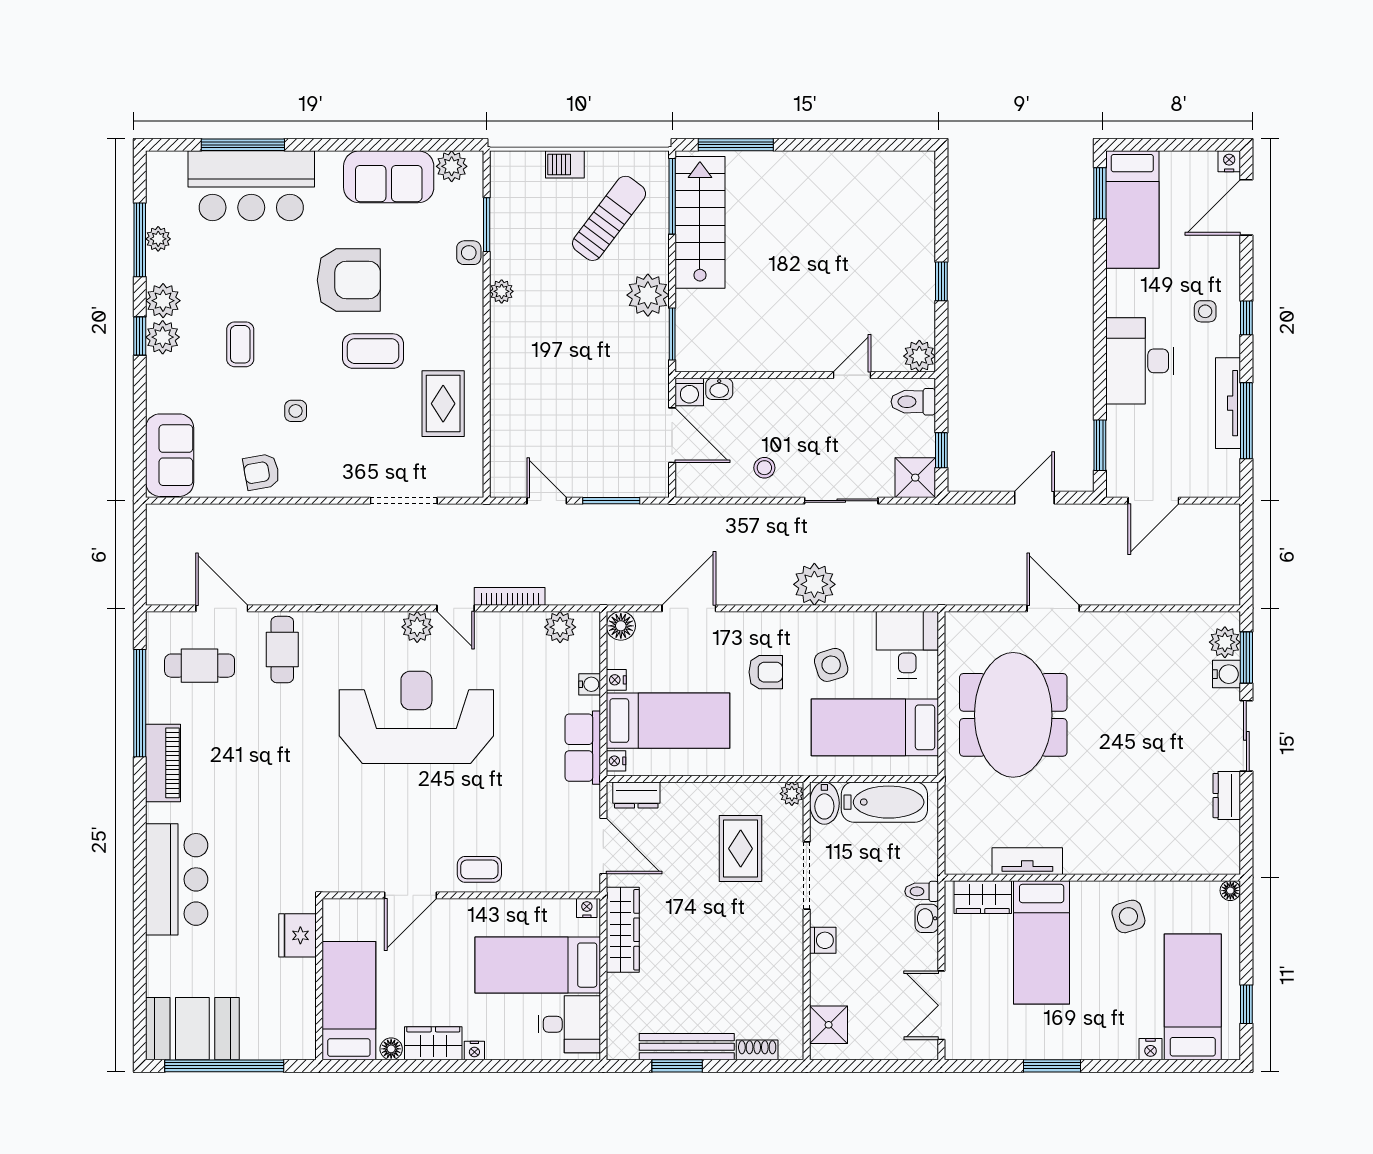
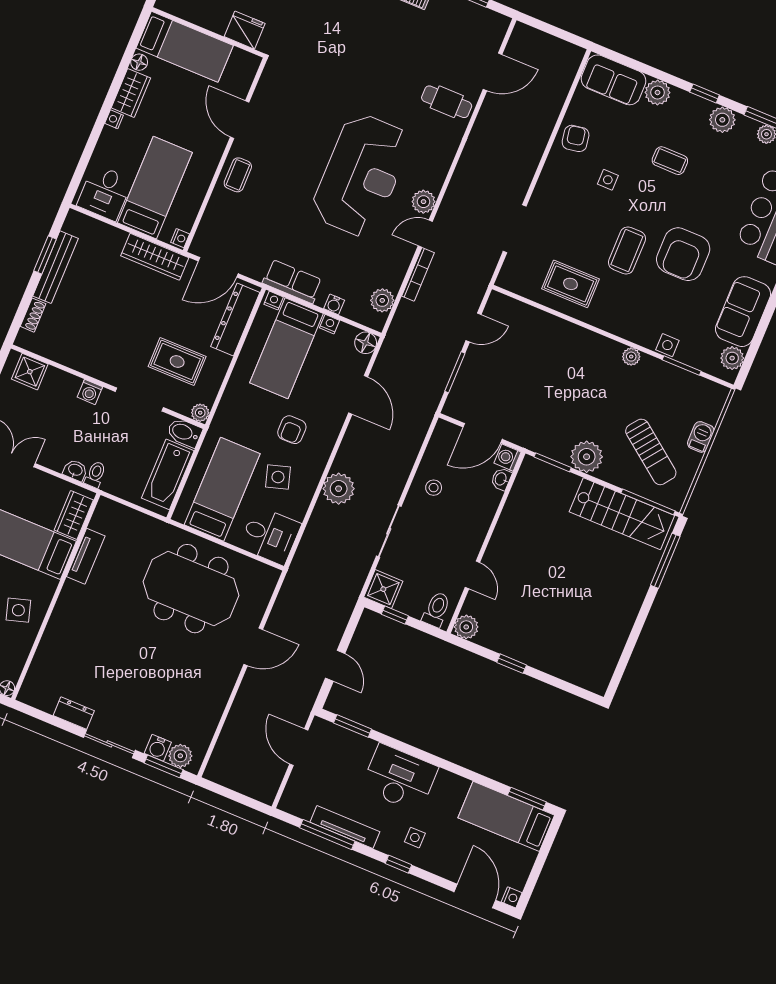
plant: (163, 337) -> (658, 92), moved
cafe table: (200, 666) -> (459, 40), removed
dresser: (636, 795) -> (235, 320), width x1.96, depth x1.24

